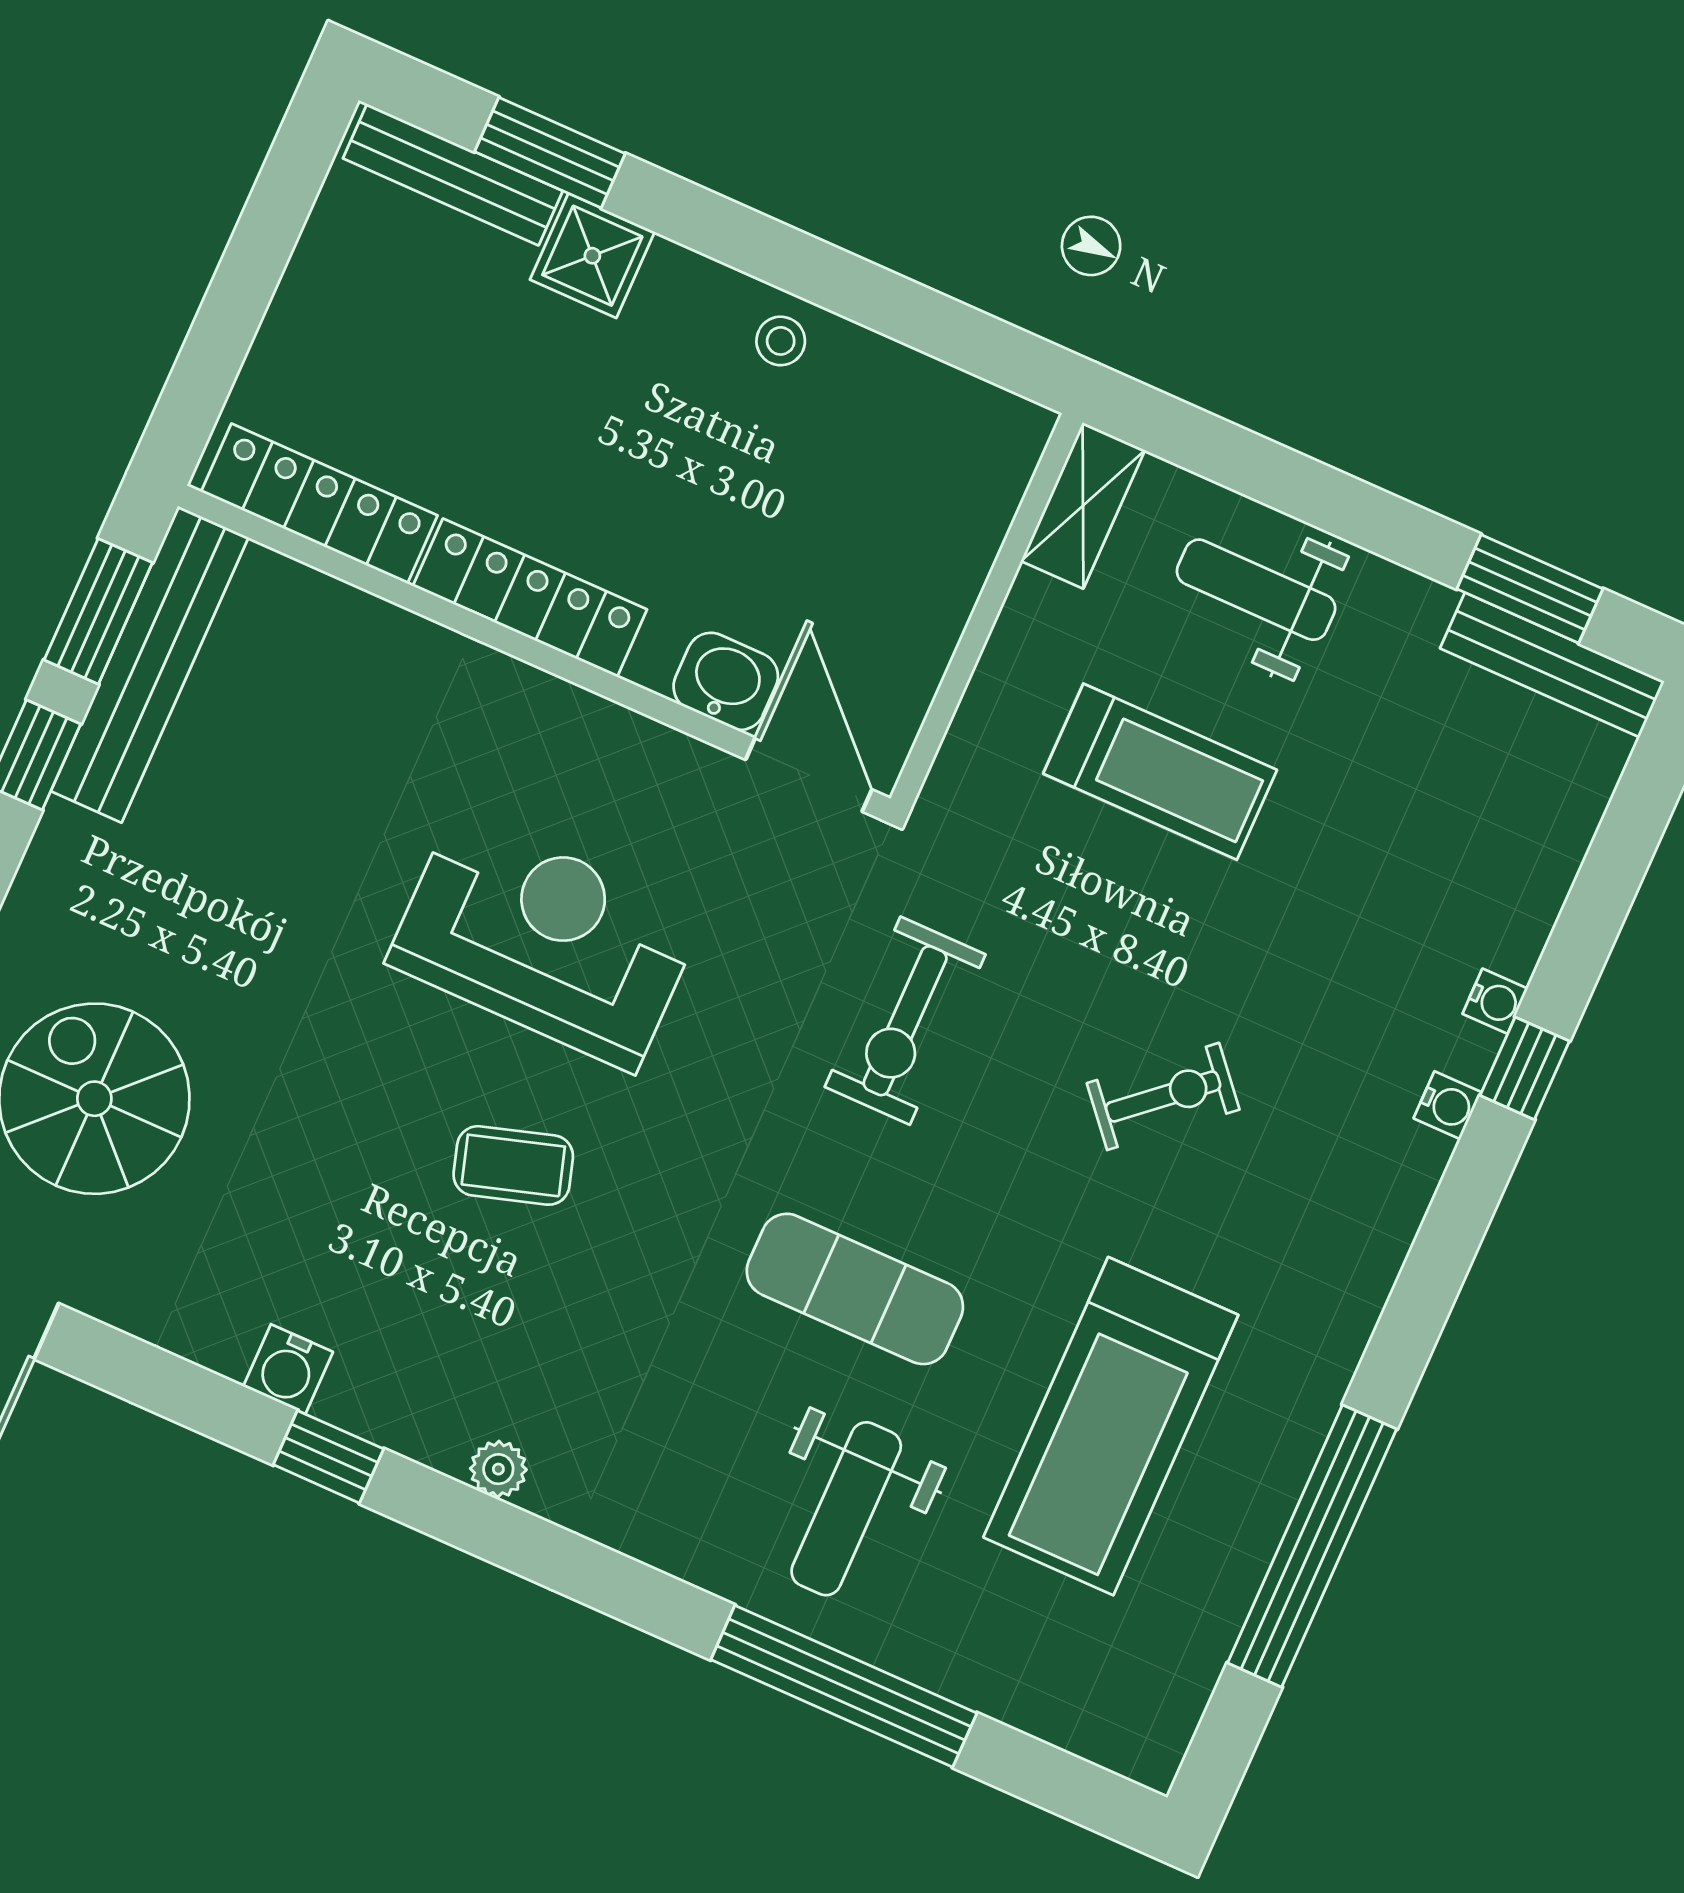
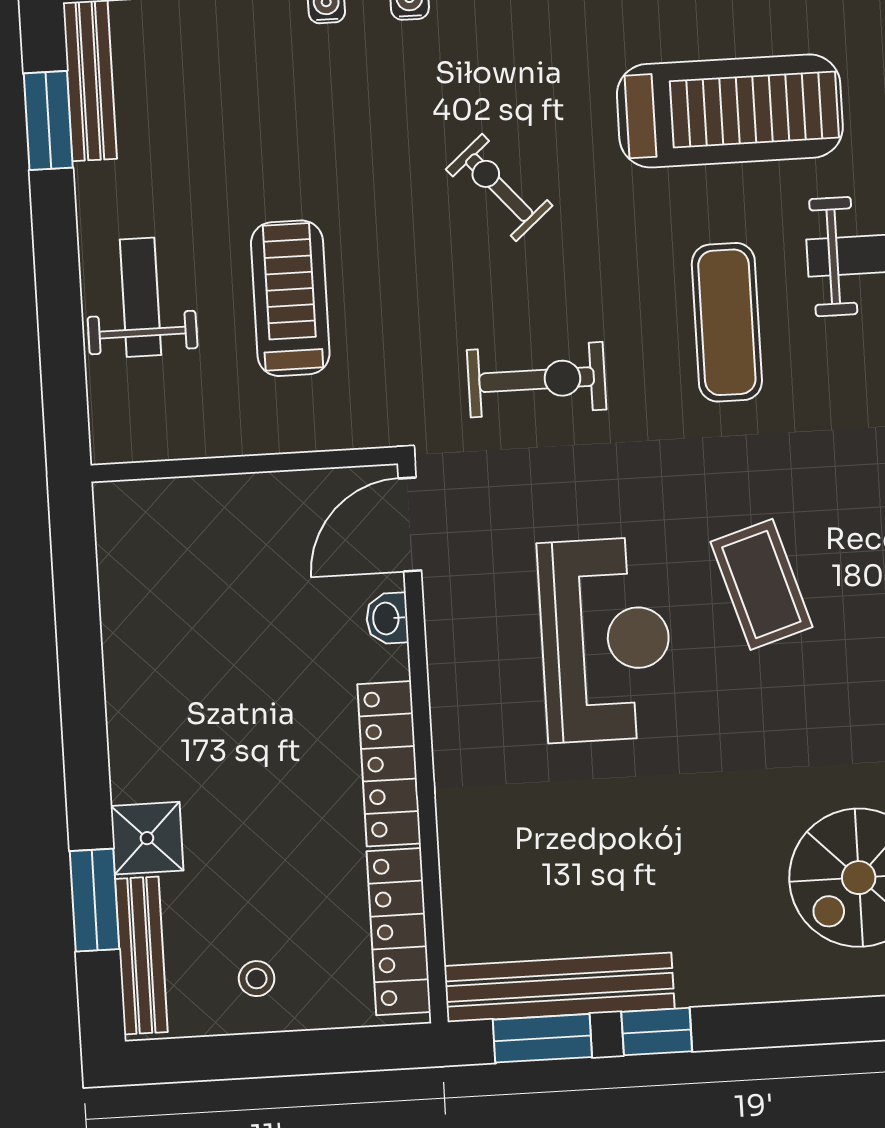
stool: (781, 341) -> (257, 979), moved
shelving: (1083, 506) -> (144, 437), removed
weight bench: (1256, 590) -> (140, 297), turned 180
washbasin: (726, 681) -> (387, 618), width x0.72, depth x0.69
reception desk: (545, 940) -> (605, 640), turned 180
coffee table: (513, 1165) -> (761, 584), width x1.36, depth x1.30

